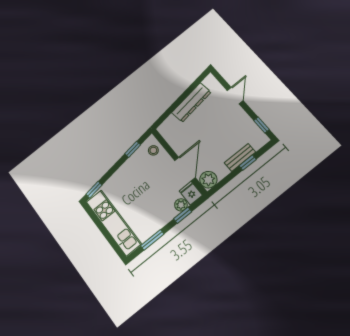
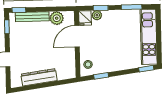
bench: (240, 157) -> (32, 17), width x1.36
window: (248, 163) -> (19, 10), moved
plant: (208, 180) -> (57, 18), moved

